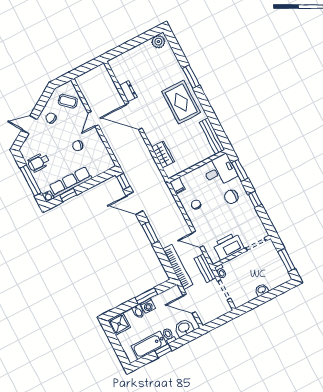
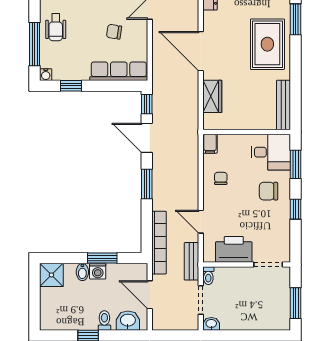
door: (134, 116) -> (201, 51), moved
wheelchair: (39, 162) -> (56, 27), turned -90
row of seats: (70, 182) -> (119, 71), moved
washbasin: (262, 290) -> (211, 324), moved
bathtub: (149, 345) -> (74, 320), removed

